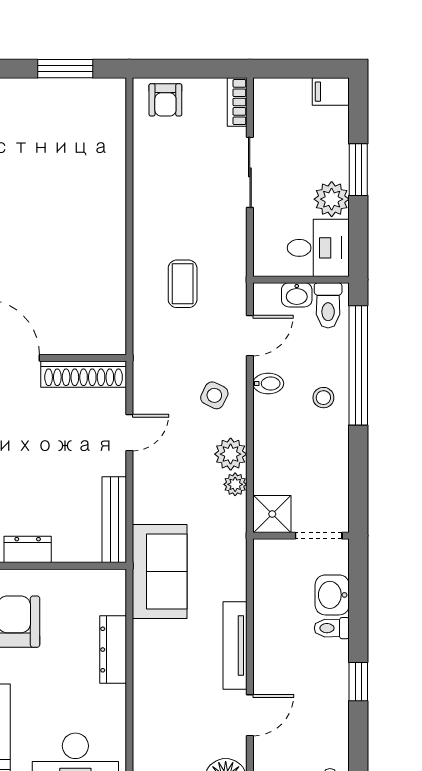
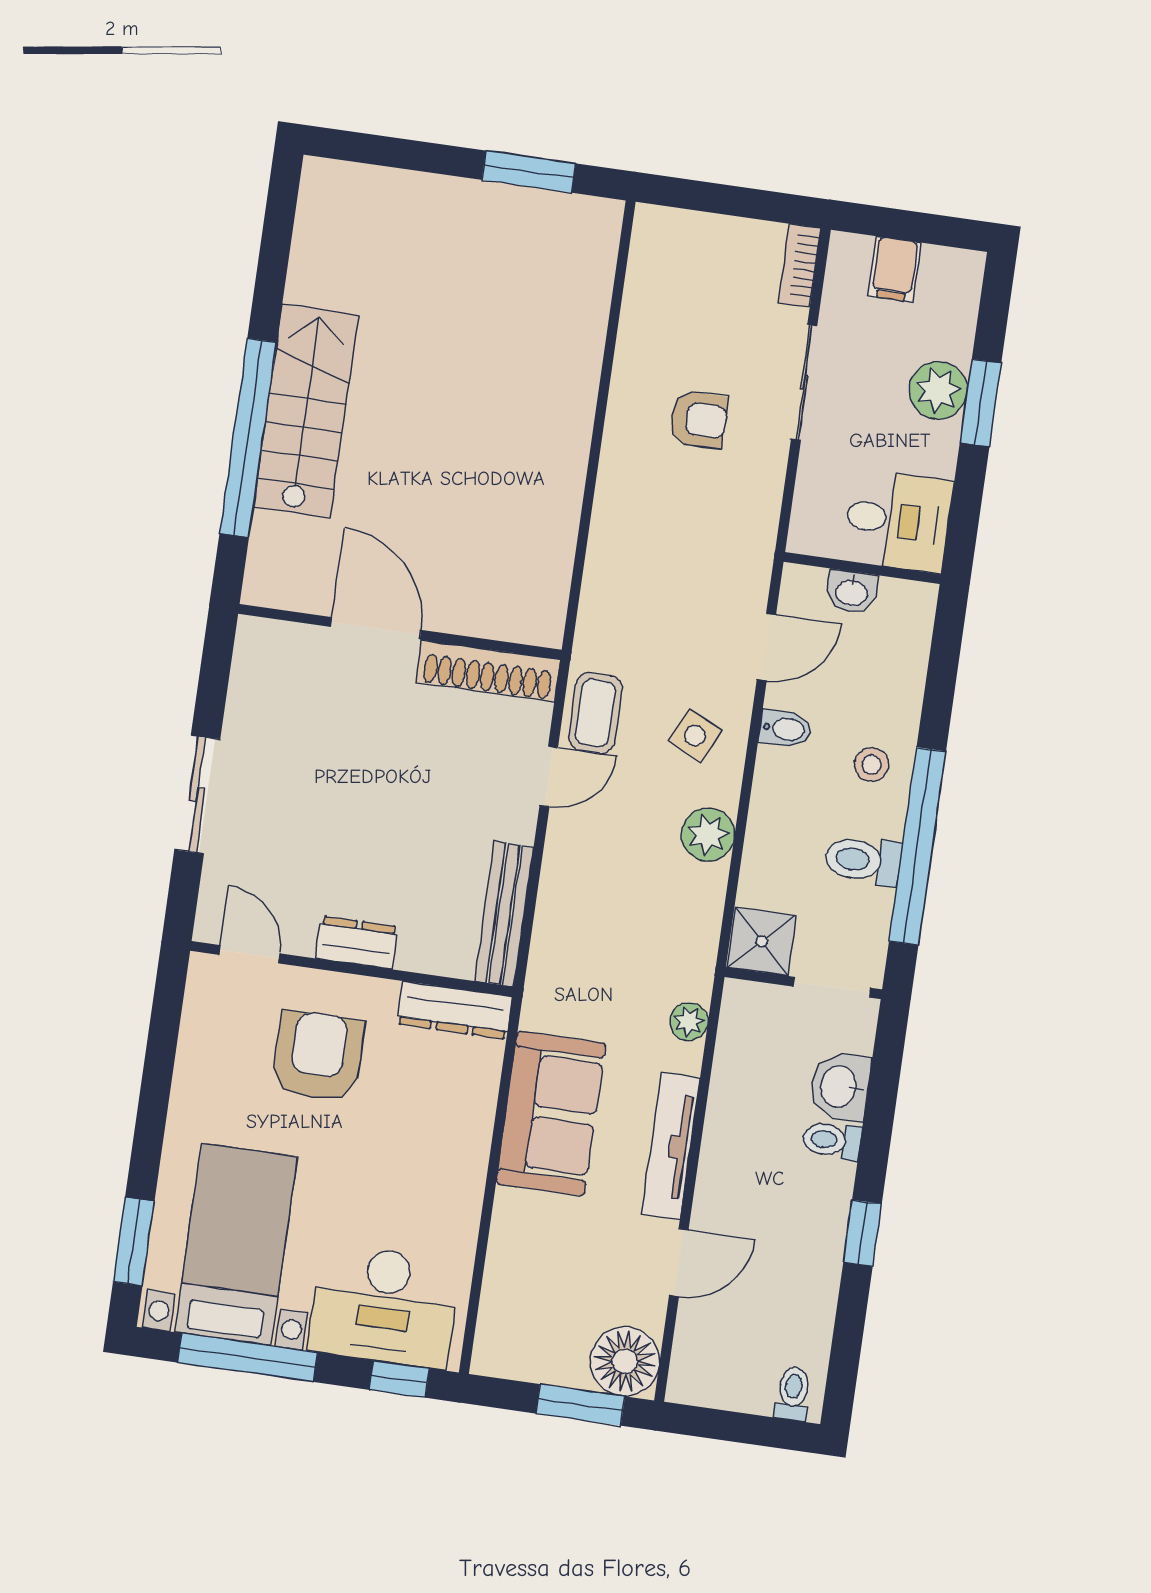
filing cabinet: (331, 92) -> (894, 269), moved, turned -90
armchair: (165, 100) -> (699, 419), moved, turned -90
plant: (332, 199) -> (938, 390), moved
coffee table: (183, 284) -> (595, 713), moved
toilet: (328, 305) -> (863, 860), moved, turned 90
window: (358, 365) -> (917, 846), moved
plant: (235, 484) -> (689, 1022), moved
sofa: (160, 572) -> (551, 1114), moved
dresser: (113, 650) -> (454, 1010), moved, turned -90

